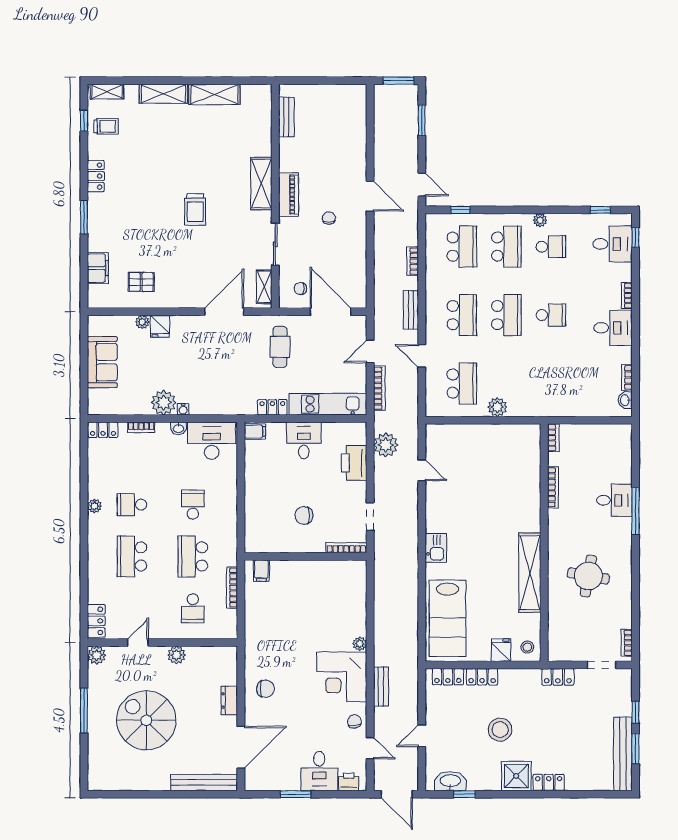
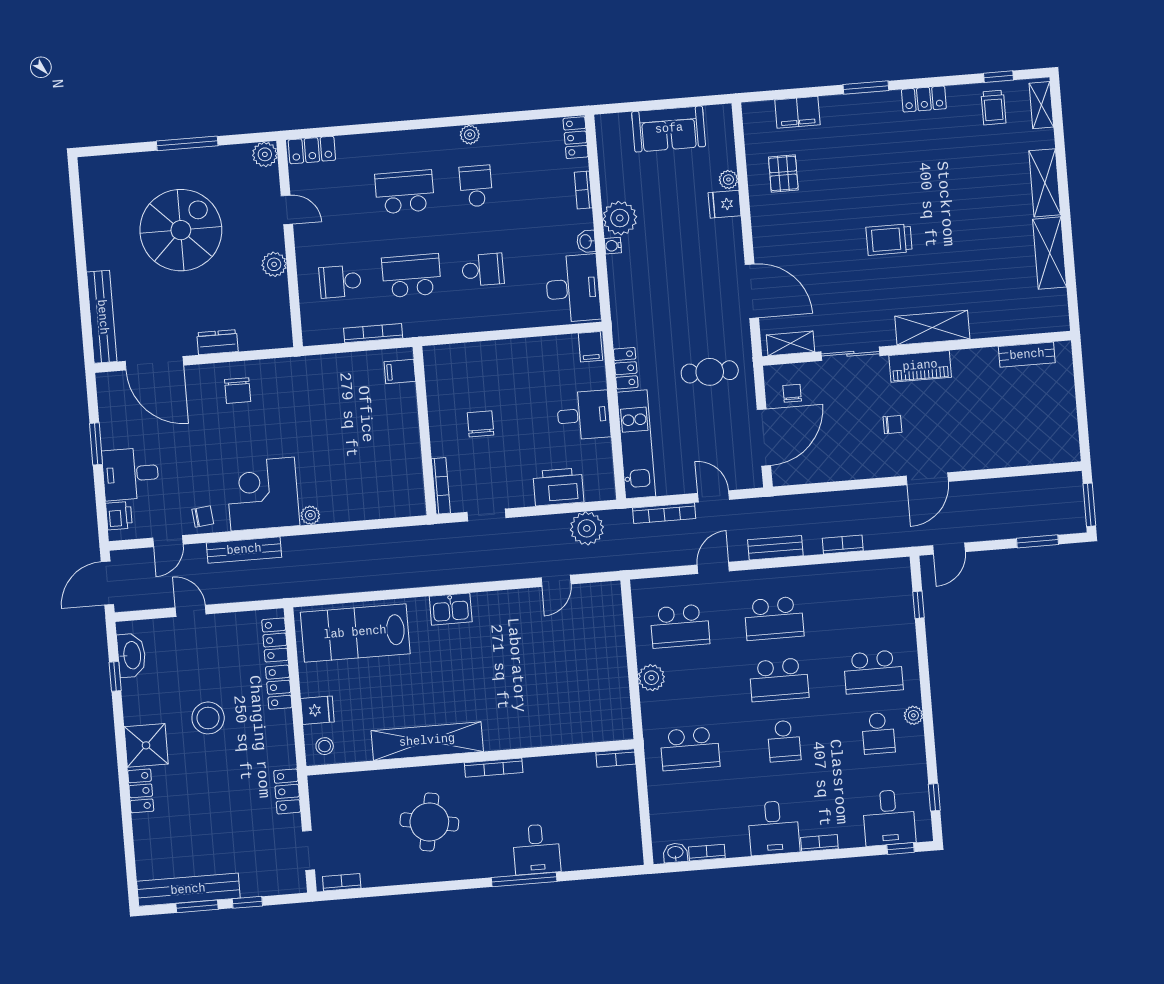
school desk: (462, 247) -> (690, 749), moved
bookcase: (553, 487) -> (494, 768), moved
bench: (381, 686) -> (244, 550), width x1.36

